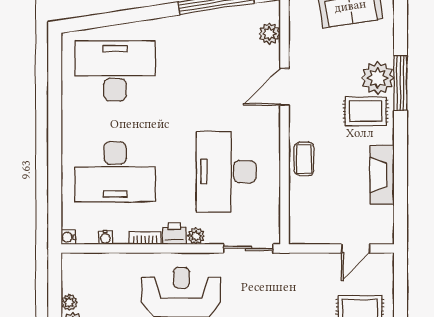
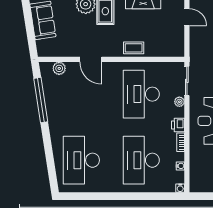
desk: (115, 172) -> (141, 160), turned 180
desk: (226, 172) -> (141, 94), turned 90
plant: (196, 236) -> (179, 102), moved

